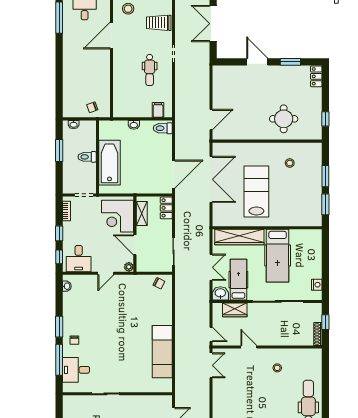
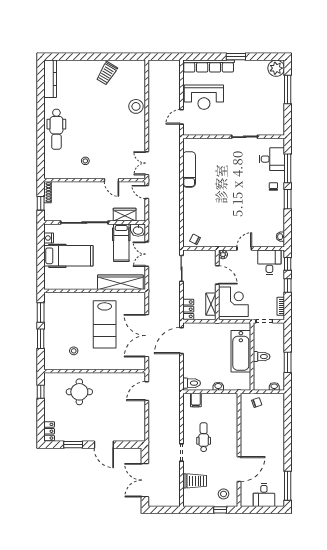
double door: (213, 24) -> (145, 480), swing flipped
hospital bed: (278, 256) -> (68, 256), moved, turned 90
exam couch: (162, 352) -> (189, 169), width x0.73, depth x0.69

